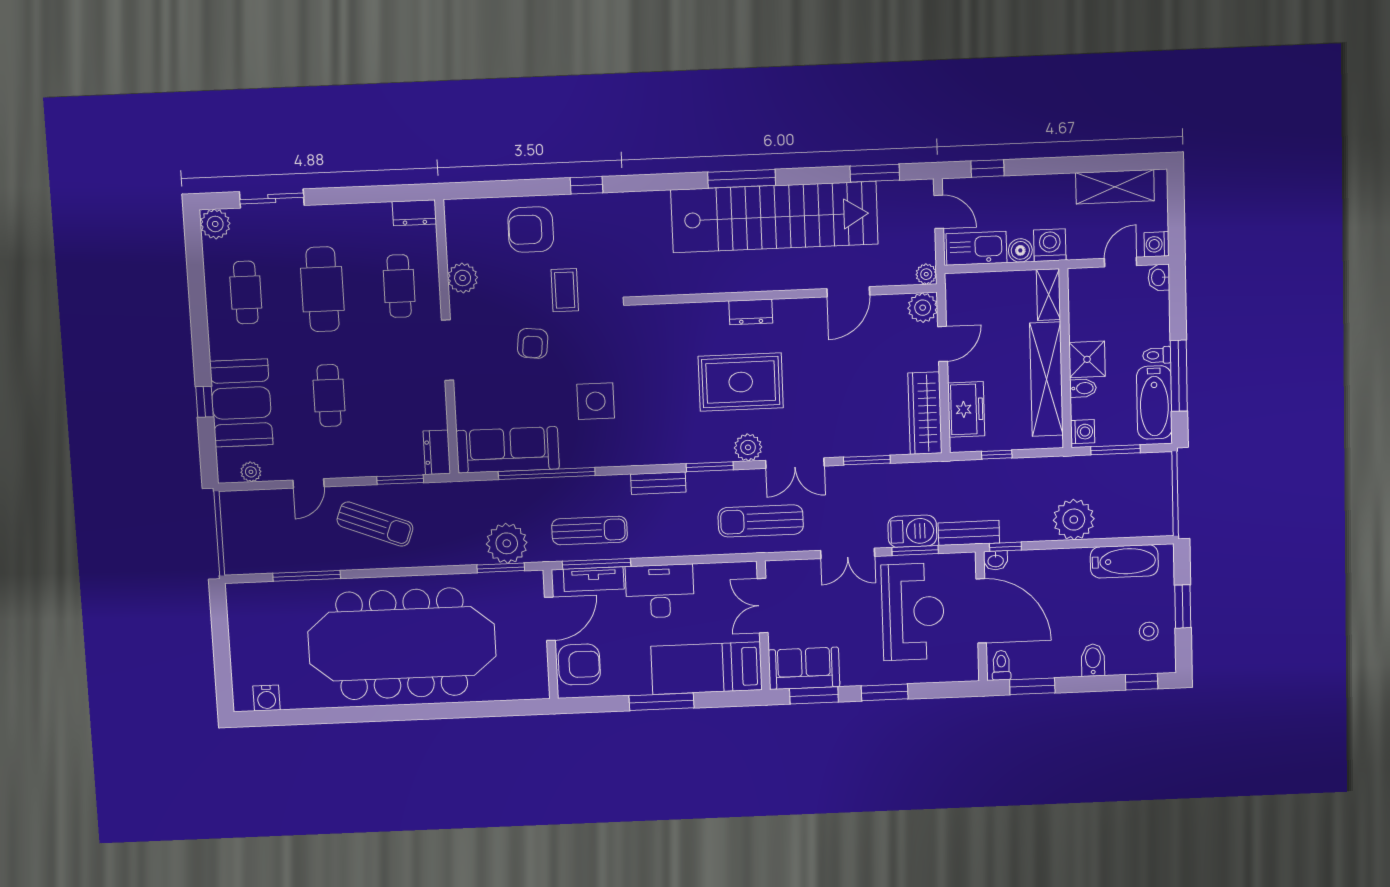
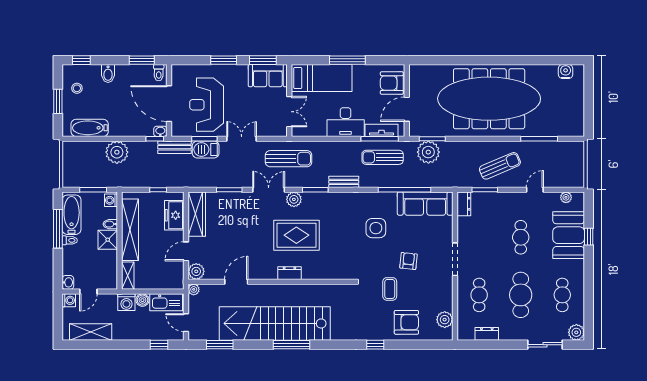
dresser: (414, 213) -> (487, 334), moved
plant: (463, 278) -> (445, 320), moved
sun lounger: (375, 524) -> (500, 166), turned 136

